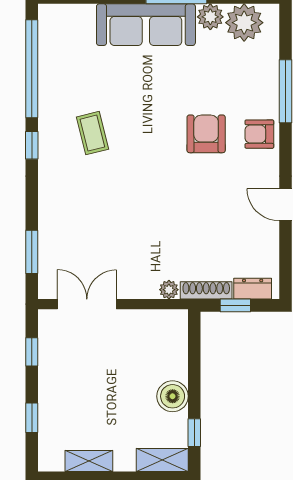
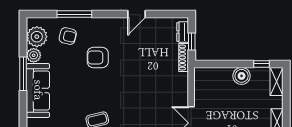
armchair: (259, 134) -> (68, 36), moved, turned -77
plant: (169, 290) -> (183, 78), removed

